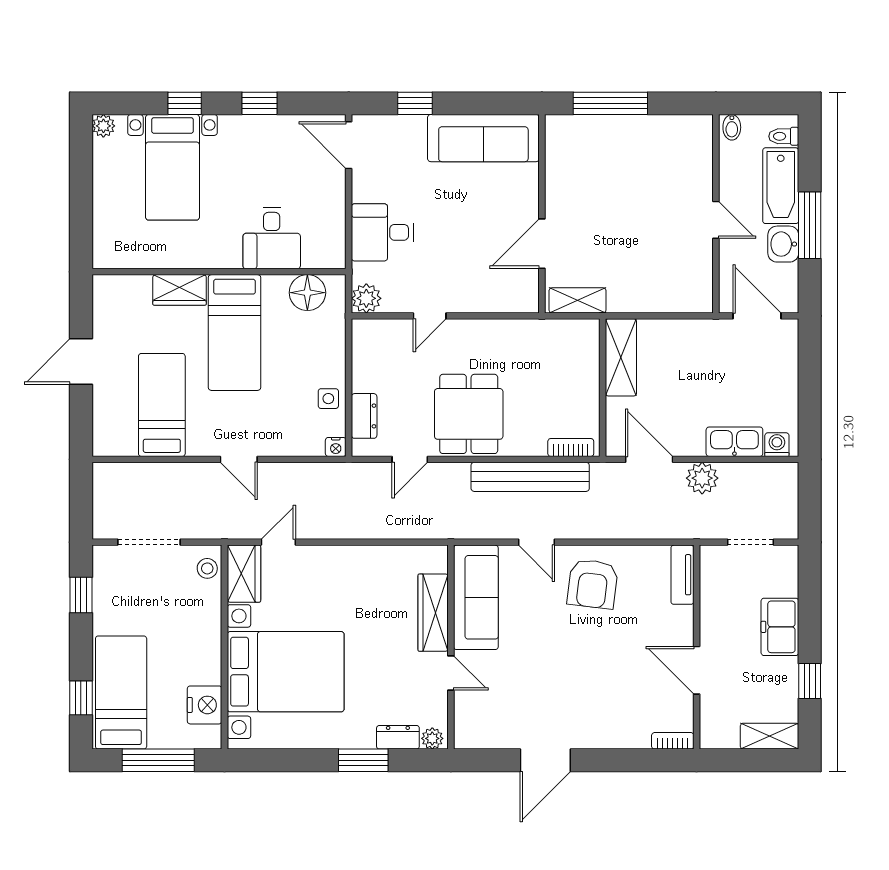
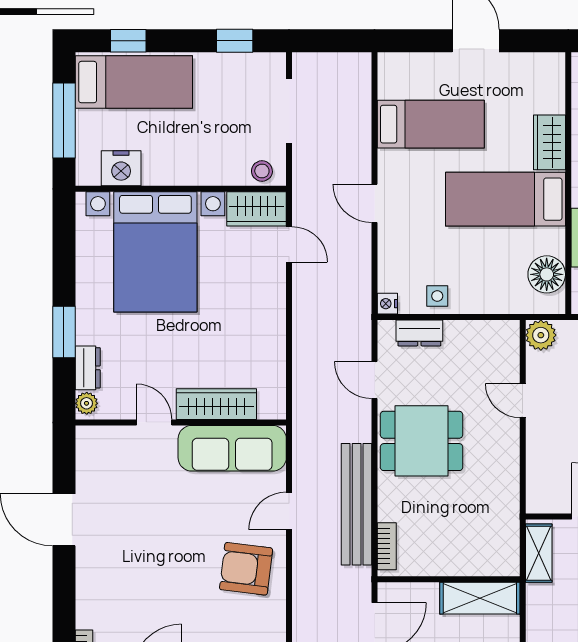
door: (239, 459) -> (375, 203), hinge flipped
door: (451, 673) -> (154, 422), swing flipped

